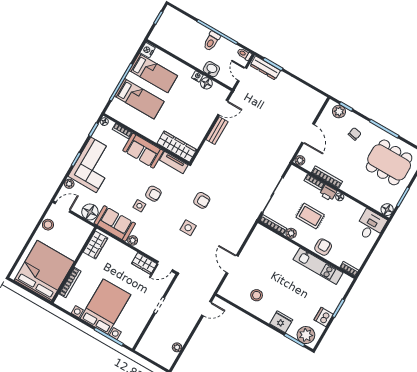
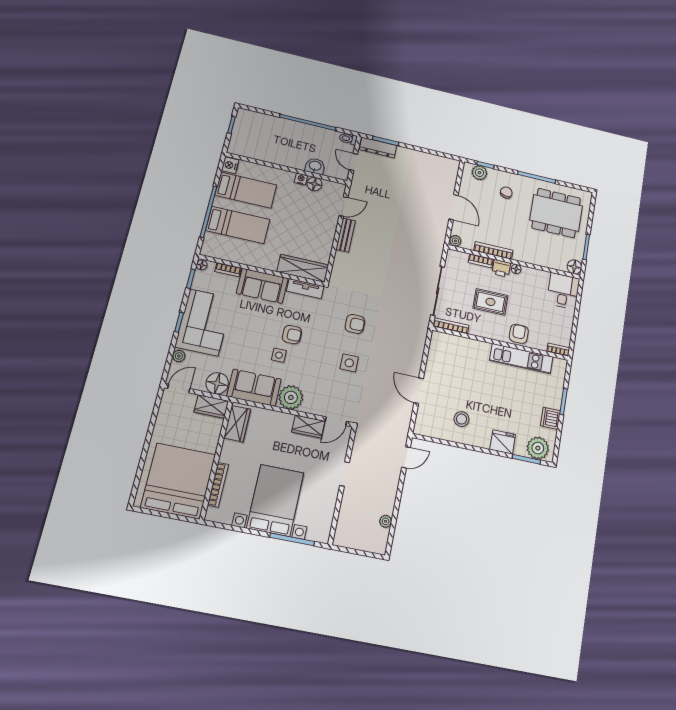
toilet: (212, 41) -> (305, 134), removed
stool: (48, 225) -> (166, 418), removed
wardrobe: (81, 227) -> (211, 407), added
plant: (291, 233) -> (476, 329), removed
plant: (133, 240) -> (291, 397), width x1.87, depth x1.87

